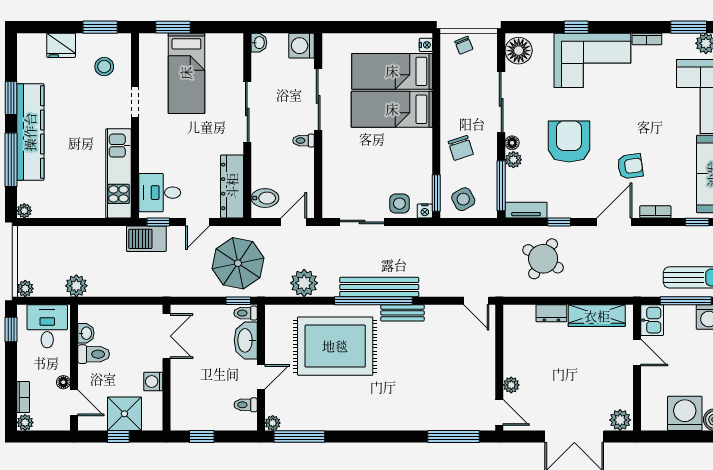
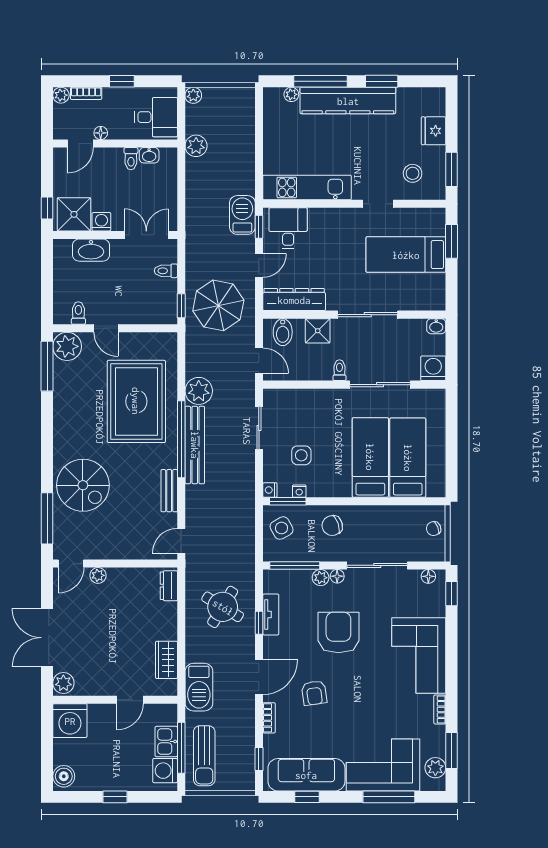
window: (576, 27) -> (451, 594), moved
nightstand: (426, 45) -> (299, 491), moved
floor lamp: (519, 51) -> (428, 576), width x0.53, depth x0.53
armchair: (569, 142) -> (338, 632), turned -90
shower: (264, 163) -> (318, 331), added
side table: (399, 204) -> (301, 455), moved
tv unit: (526, 210) -> (271, 615), moved
plant: (24, 211) -> (291, 94), moved
door: (197, 222) -> (259, 265), swing flipped
door: (614, 222) -> (259, 677), hinge flipped
plant: (304, 283) -> (199, 391), moved
barbecue: (624, 283) -> (199, 687), added
toilet: (246, 313) -> (166, 271), moved, turned -90
bench: (402, 313) -> (169, 491), moved
dresser: (551, 313) -> (169, 586), moved
wardrobe: (597, 316) -> (166, 660), width x0.67
kitchen sink: (652, 320) -> (166, 742), moved, turned 90
window: (11, 330) -> (122, 81), moved
double door: (167, 336) -> (146, 235), swing flipped
washbasin: (246, 340) -> (91, 250), moved, turned 180
toilet: (94, 354) -> (131, 159), width x0.73, depth x0.72
spiral stairs: (420, 400) -> (83, 485), added
washing machine: (685, 413) -> (70, 721), moved, turned 90
shower: (124, 414) -> (74, 214), moved
plant: (273, 423) -> (67, 346), width x1.88, depth x1.88
window: (118, 437) -> (47, 208), moved
window: (202, 437) -> (47, 270), removed

